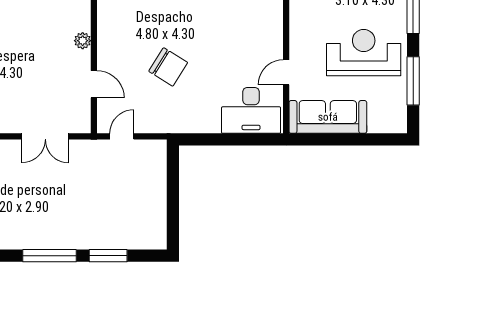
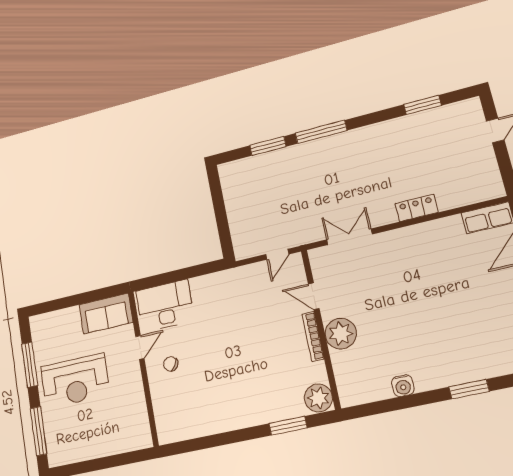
plant: (83, 41) -> (341, 334), width x1.87, depth x1.87
bookcase: (103, 44) -> (313, 336), added
chair: (168, 67) -> (171, 364), moved, width x0.54, depth x0.54
sofa: (328, 117) -> (106, 313), width x0.73

